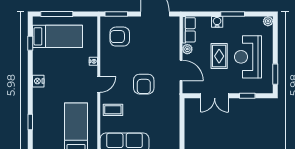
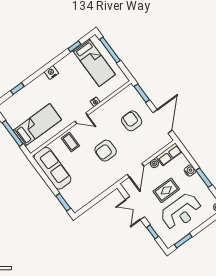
armchair: (120, 37) -> (132, 121), moved
reception desk: (248, 57) -> (181, 212), turned 180

